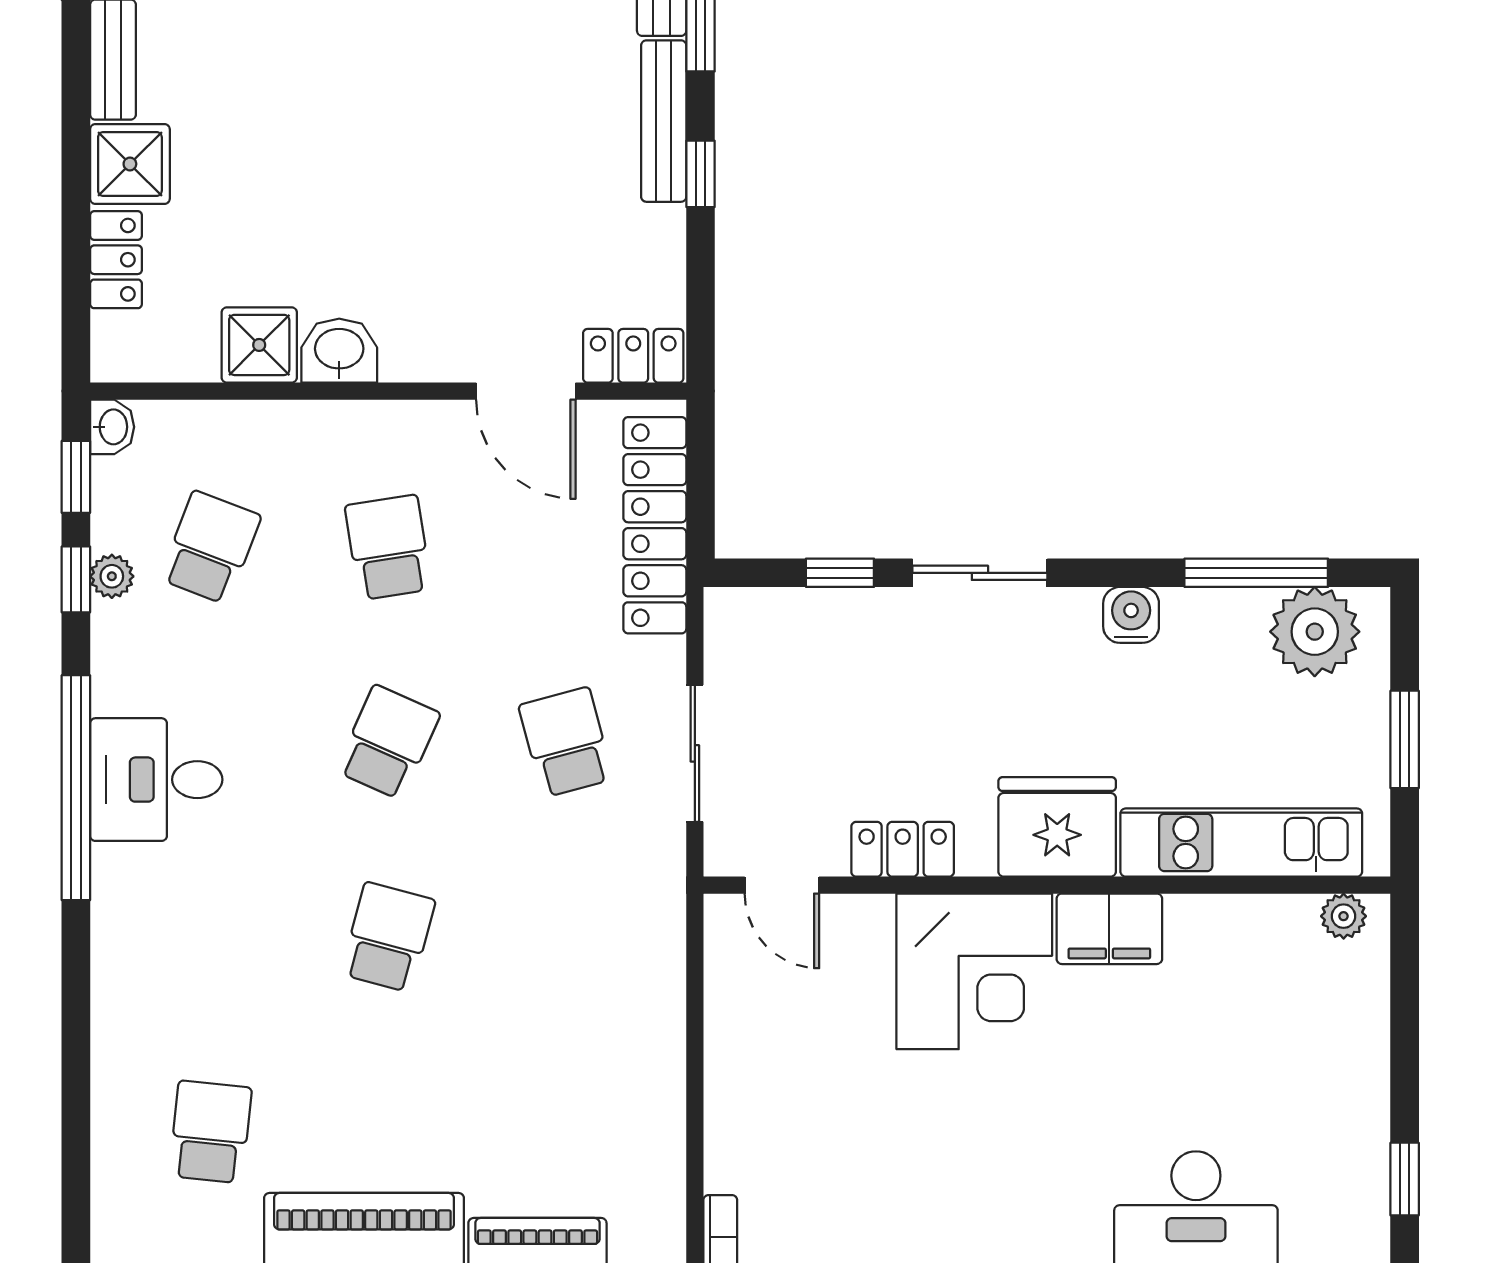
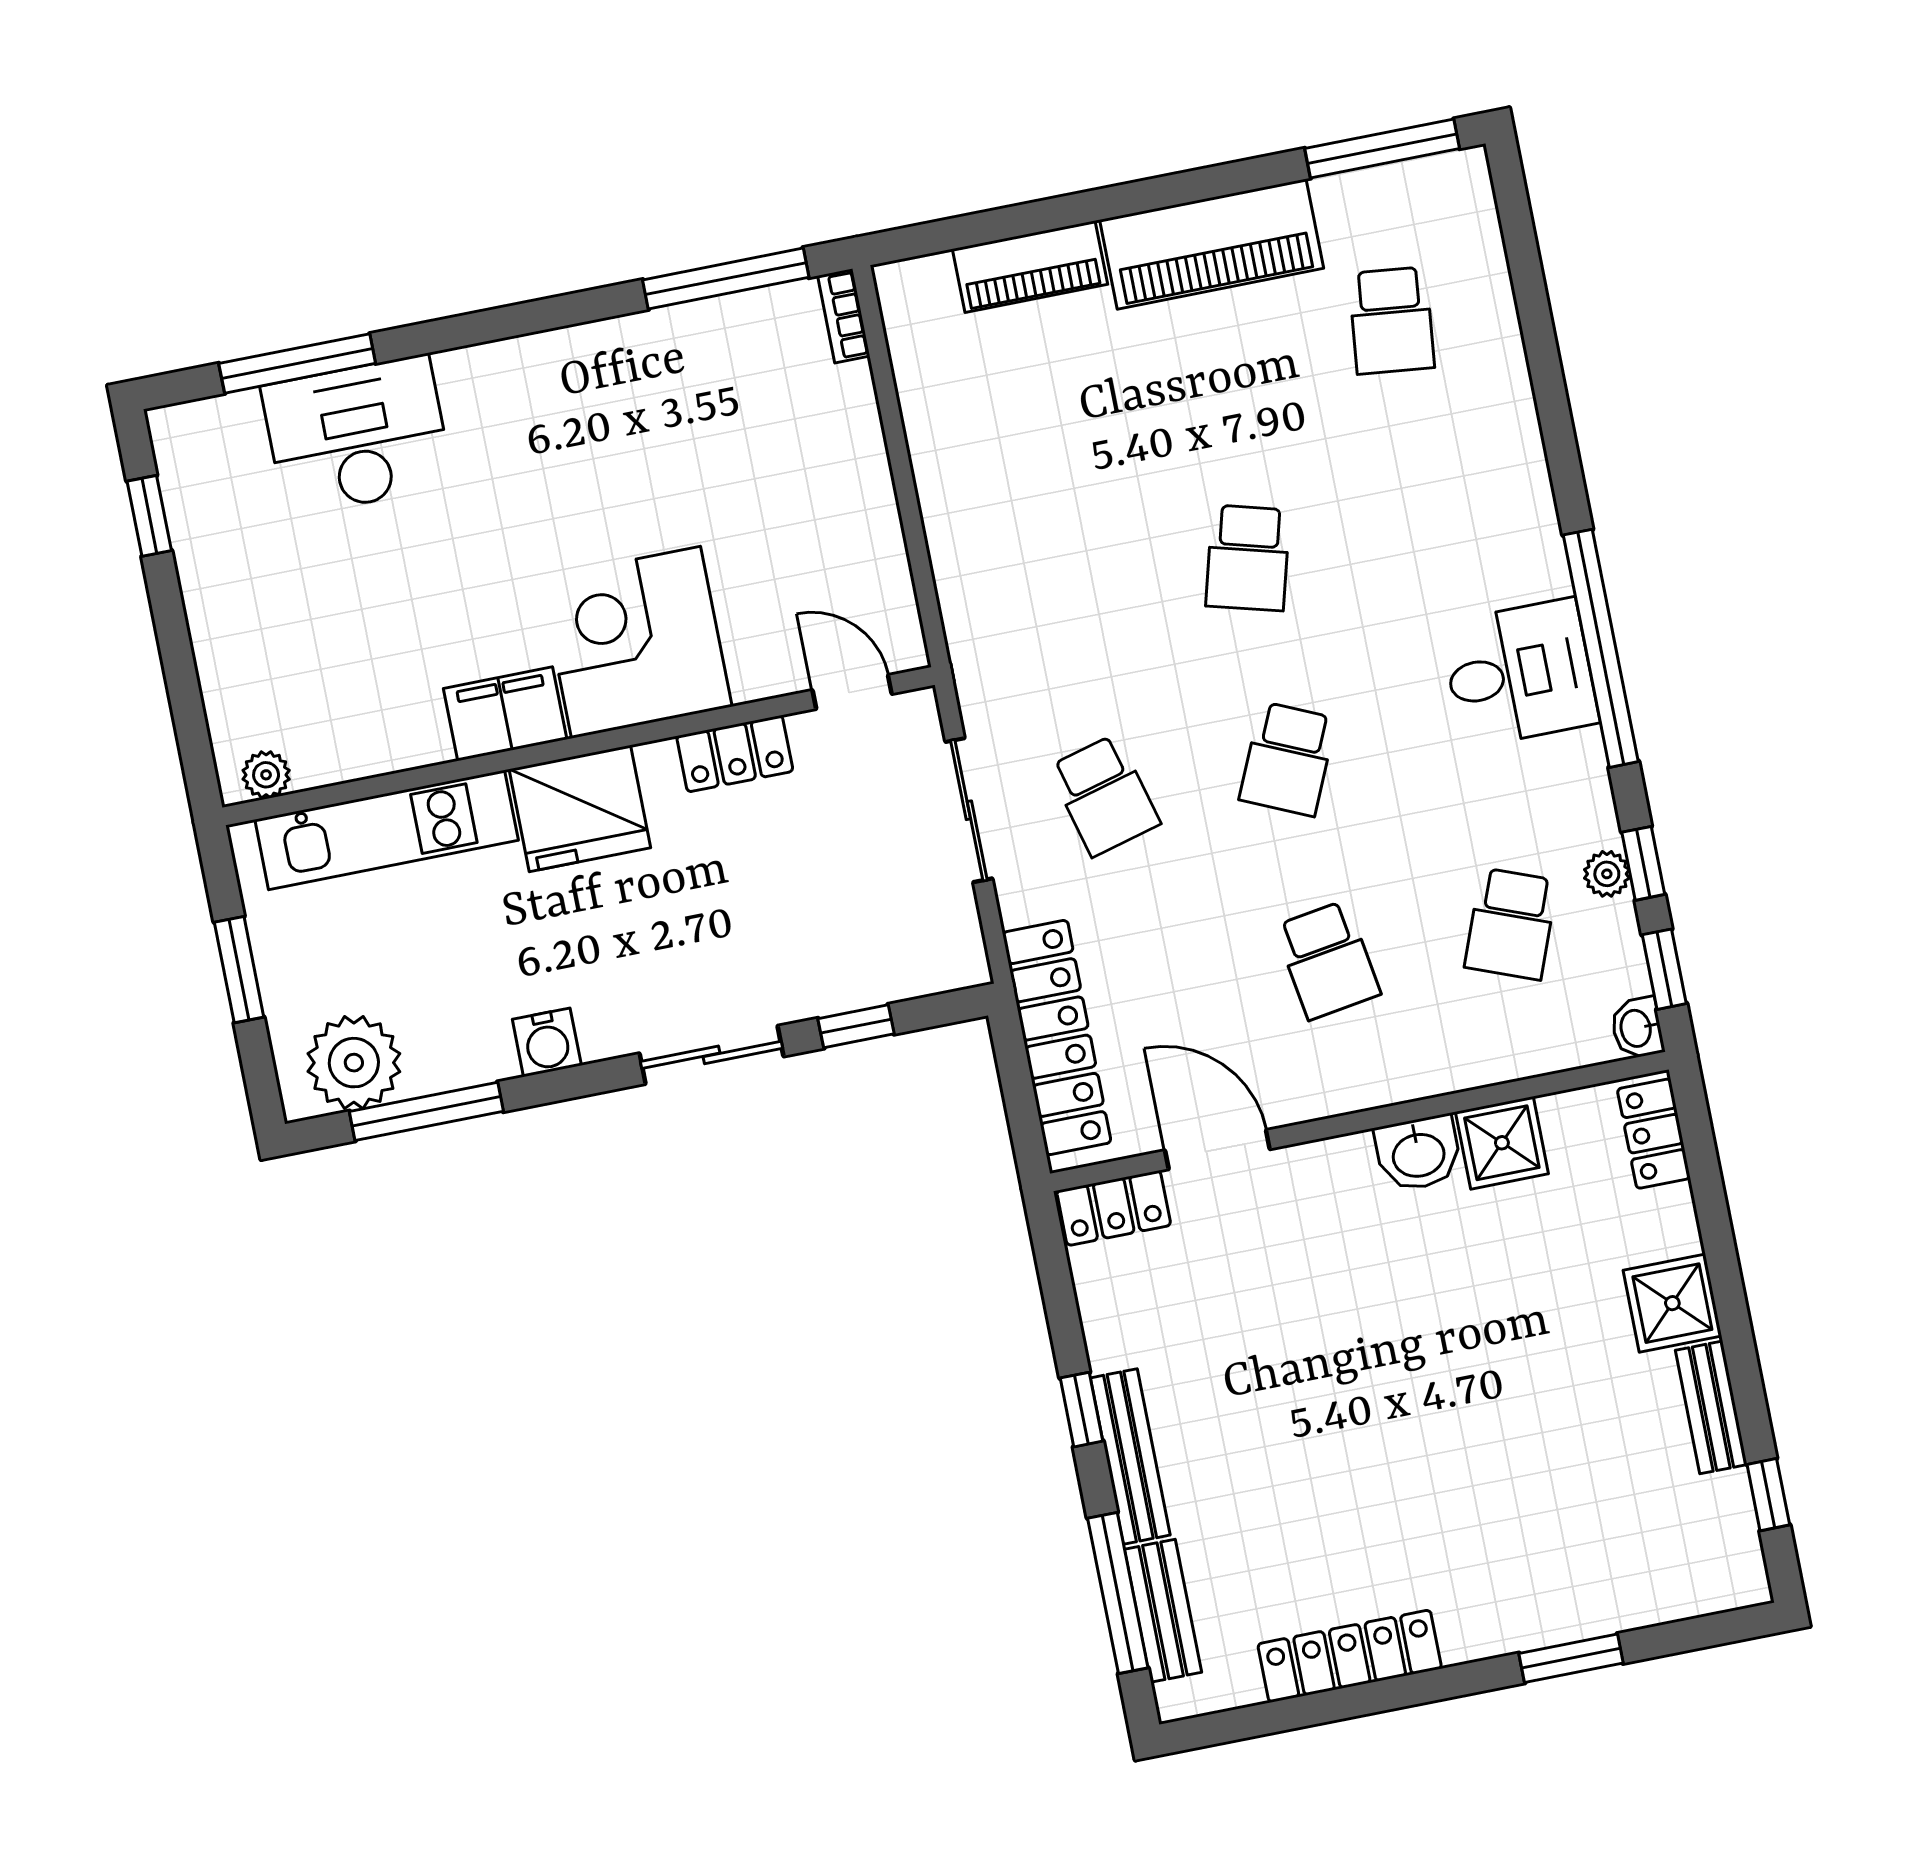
locker: (116, 260) -> (1654, 1134), moved

